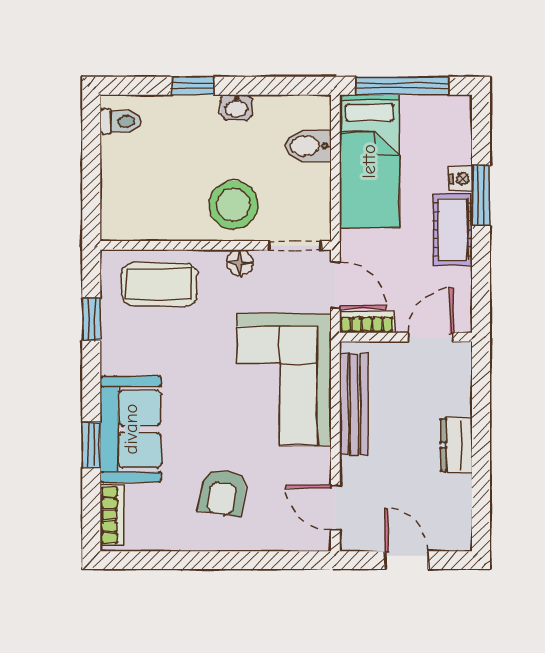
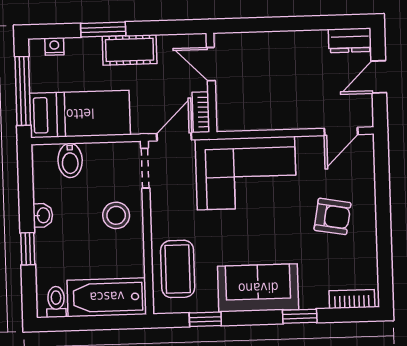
nightstand: (461, 179) -> (54, 46), moved
bathtub: (125, 189) -> (107, 297), added
stool: (233, 205) -> (116, 215), width x0.73, depth x0.73
floor lamp: (239, 263) -> (159, 209), removed
bench: (354, 404) -> (263, 120), removed
sofa: (131, 429) -> (258, 288), moved
dresser: (456, 445) -> (350, 40), moved

